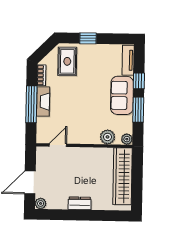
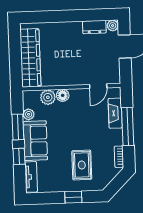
rug: (67, 61) -> (82, 165), moved
fireplace: (43, 102) -> (115, 113), moved
floor lamp: (93, 138) -> (63, 95), added
plant: (127, 139) -> (29, 114), moved
dresser: (80, 203) -> (94, 27), moved

